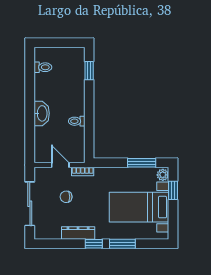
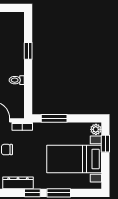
window: (89, 71) -> (28, 51), moved
window: (142, 163) -> (54, 118), moved

